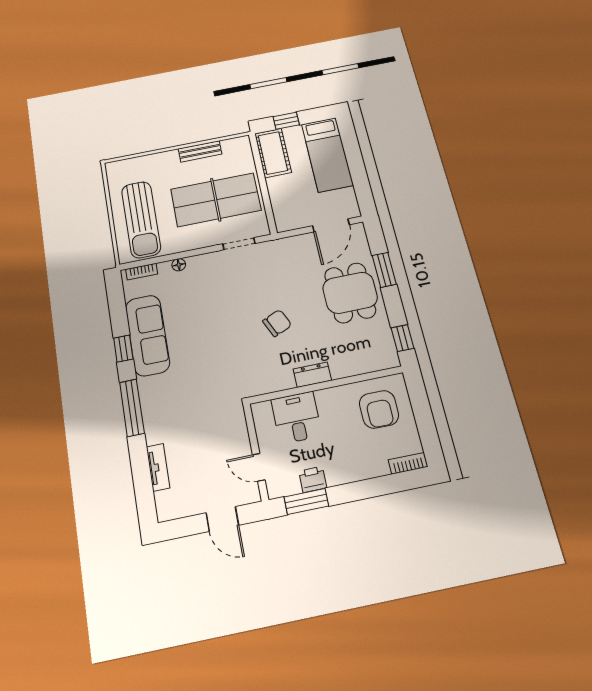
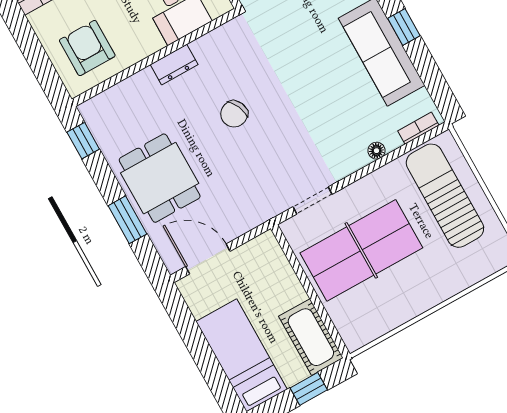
bench: (200, 151) -> (405, 312), removed
door: (331, 225) -> (208, 259), hinge flipped

